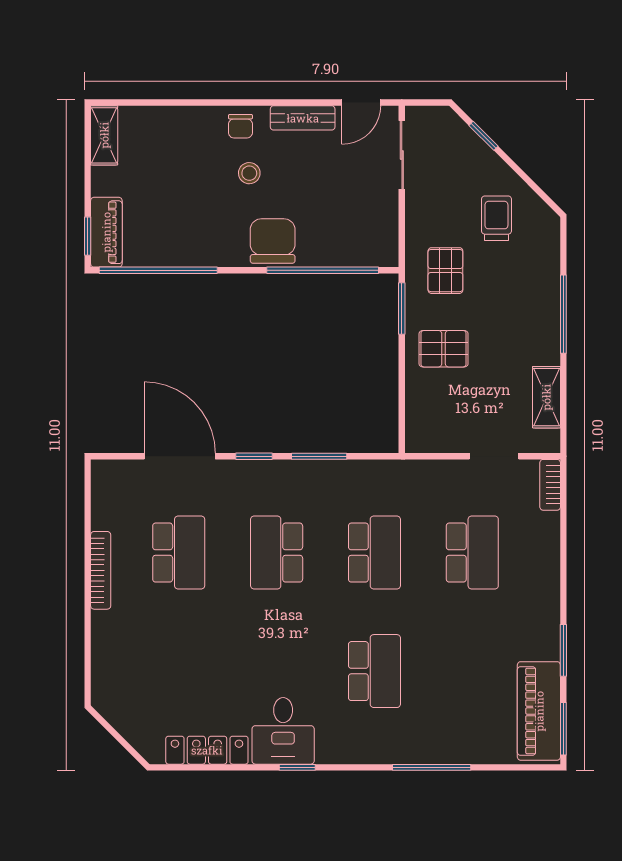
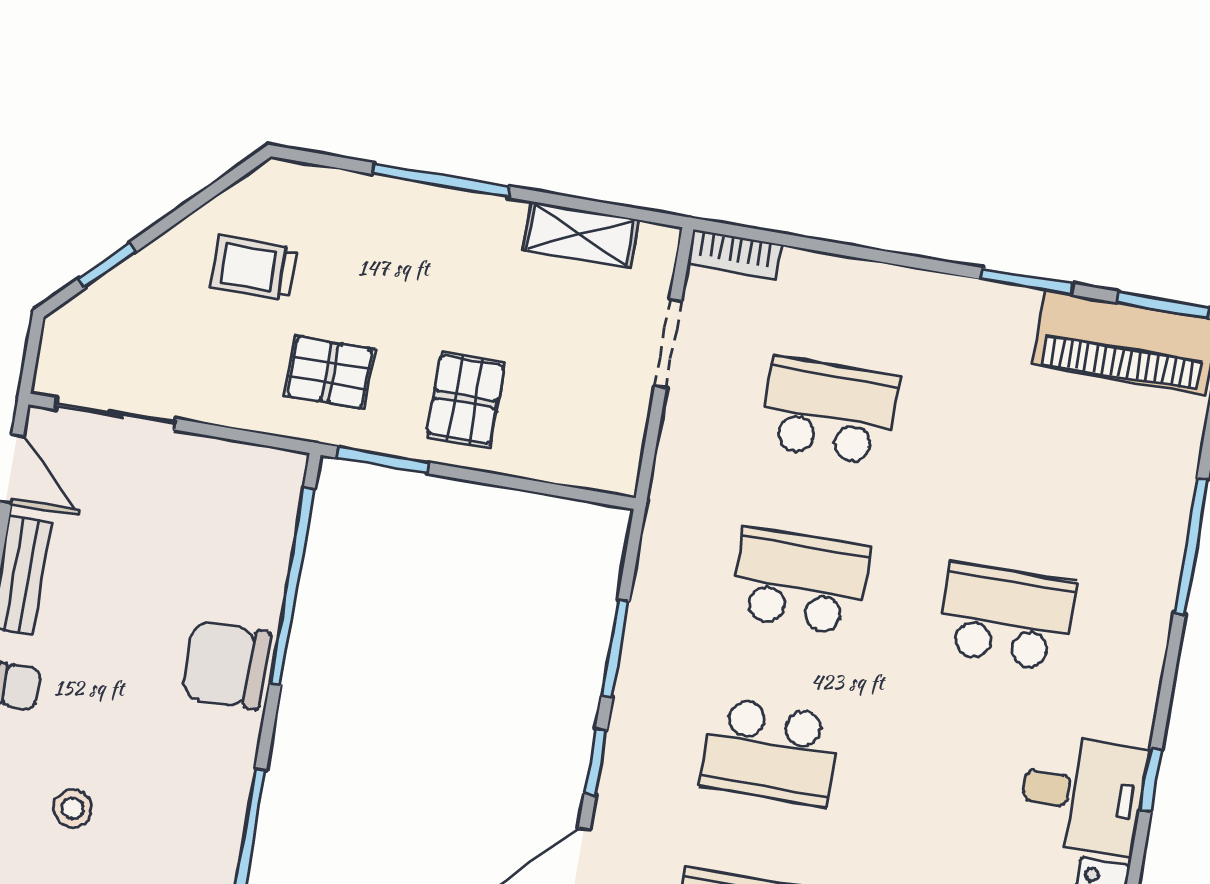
stool: (249, 173) -> (73, 809), moved

